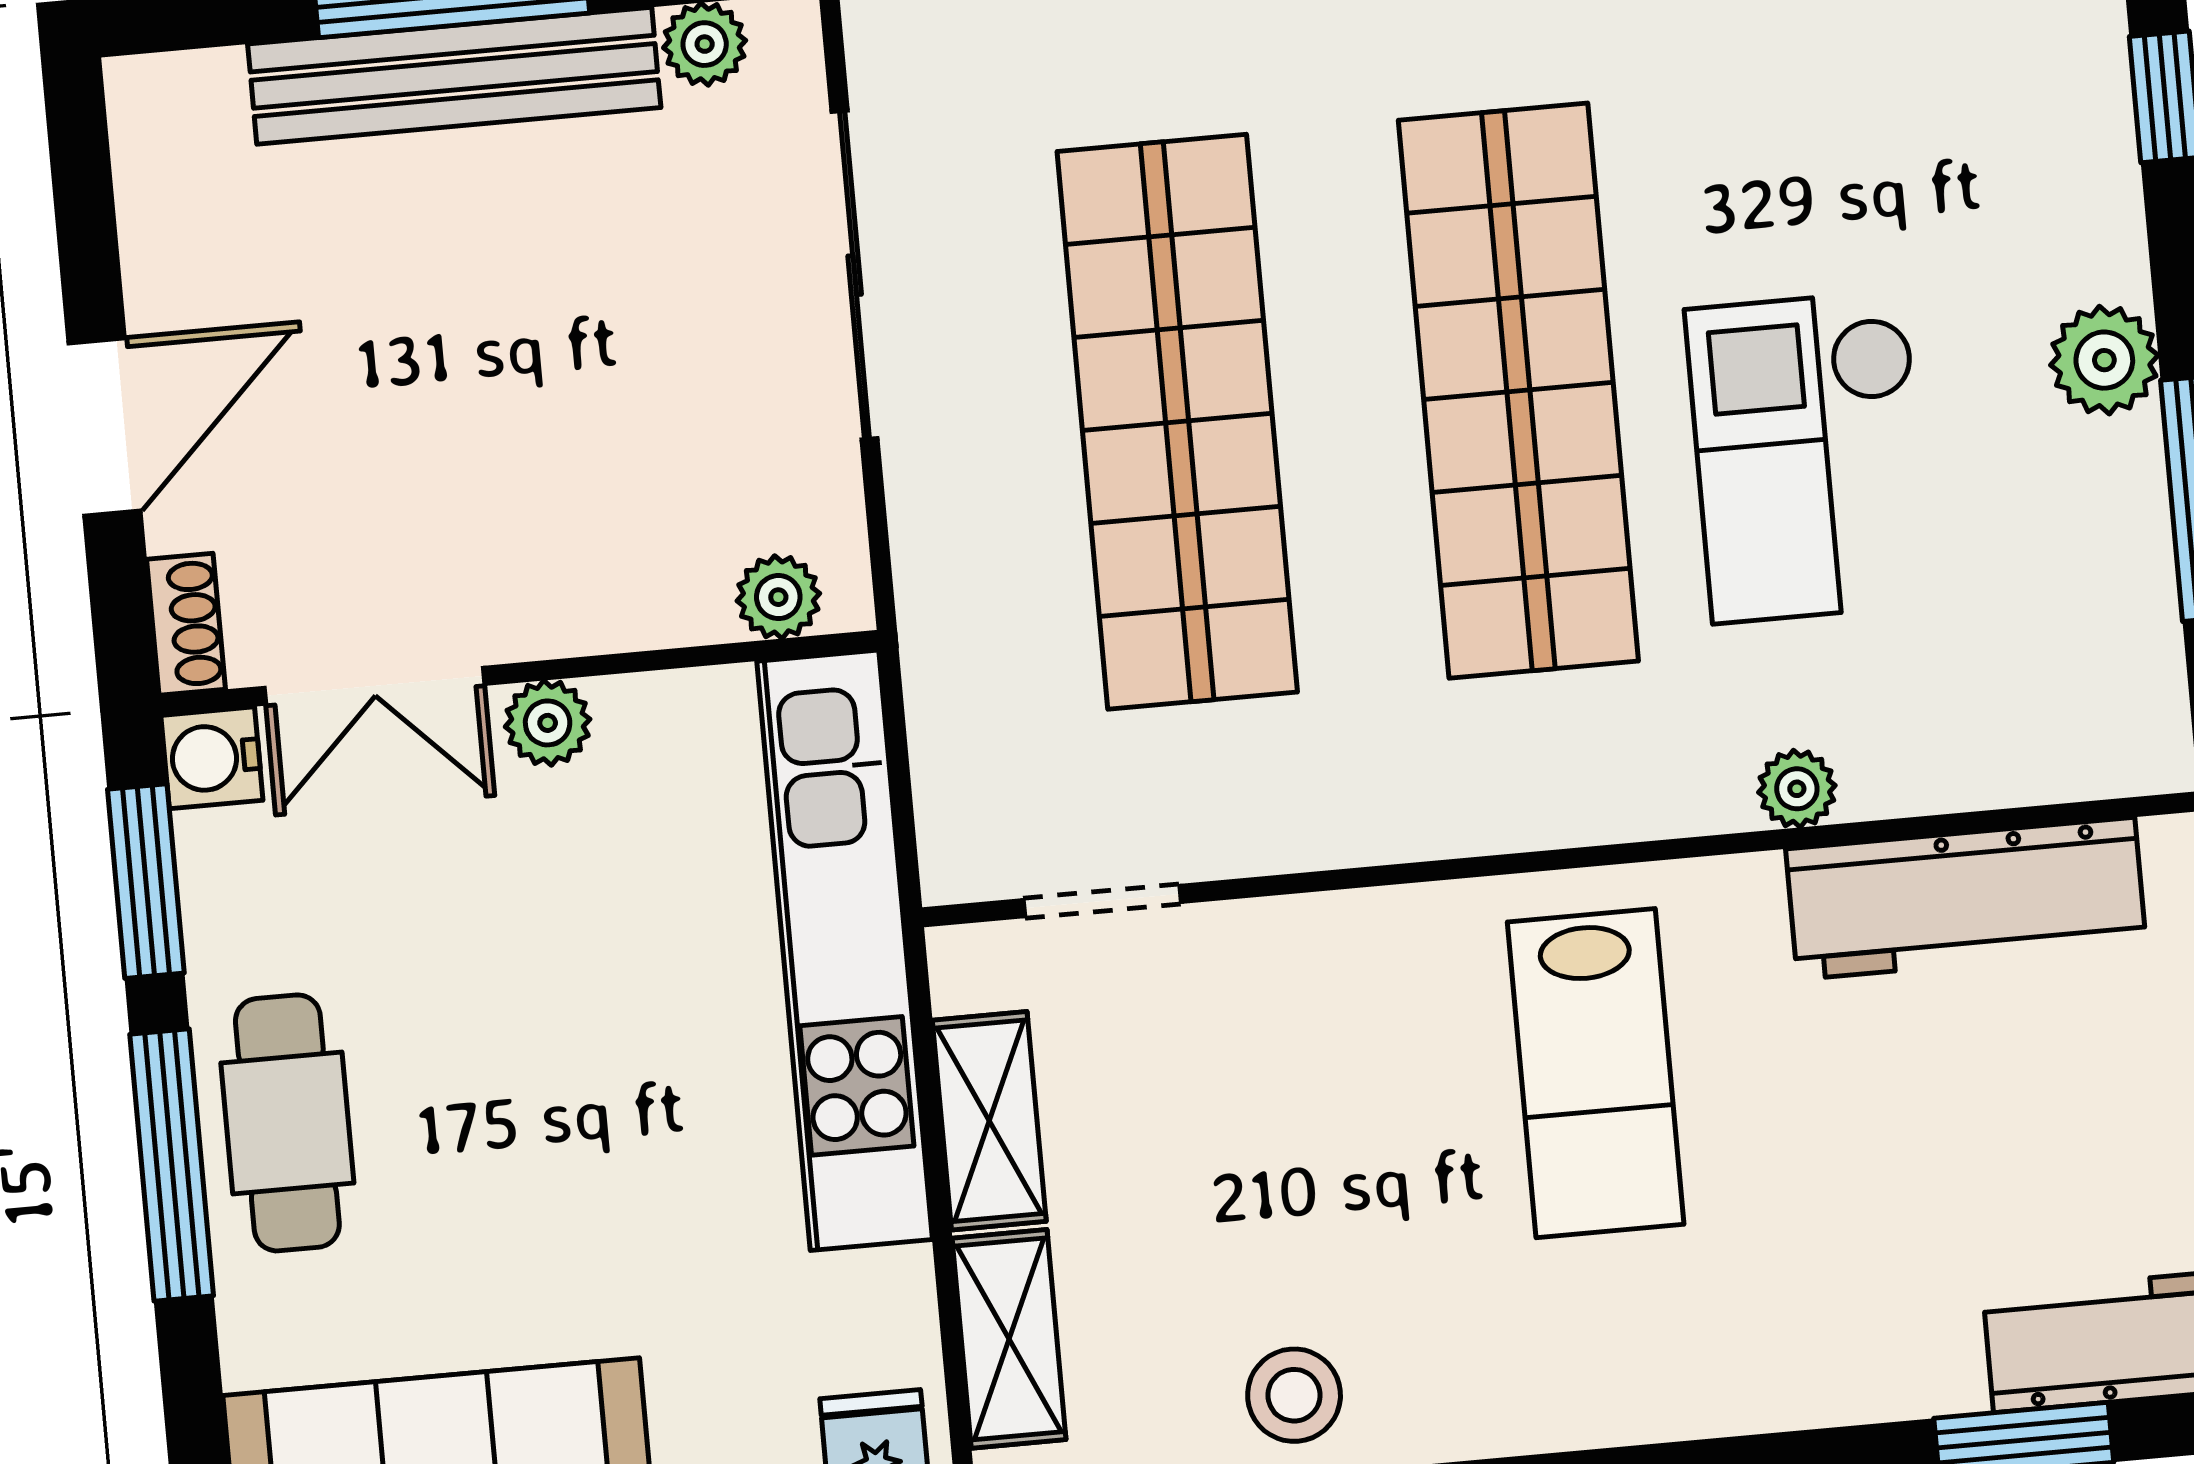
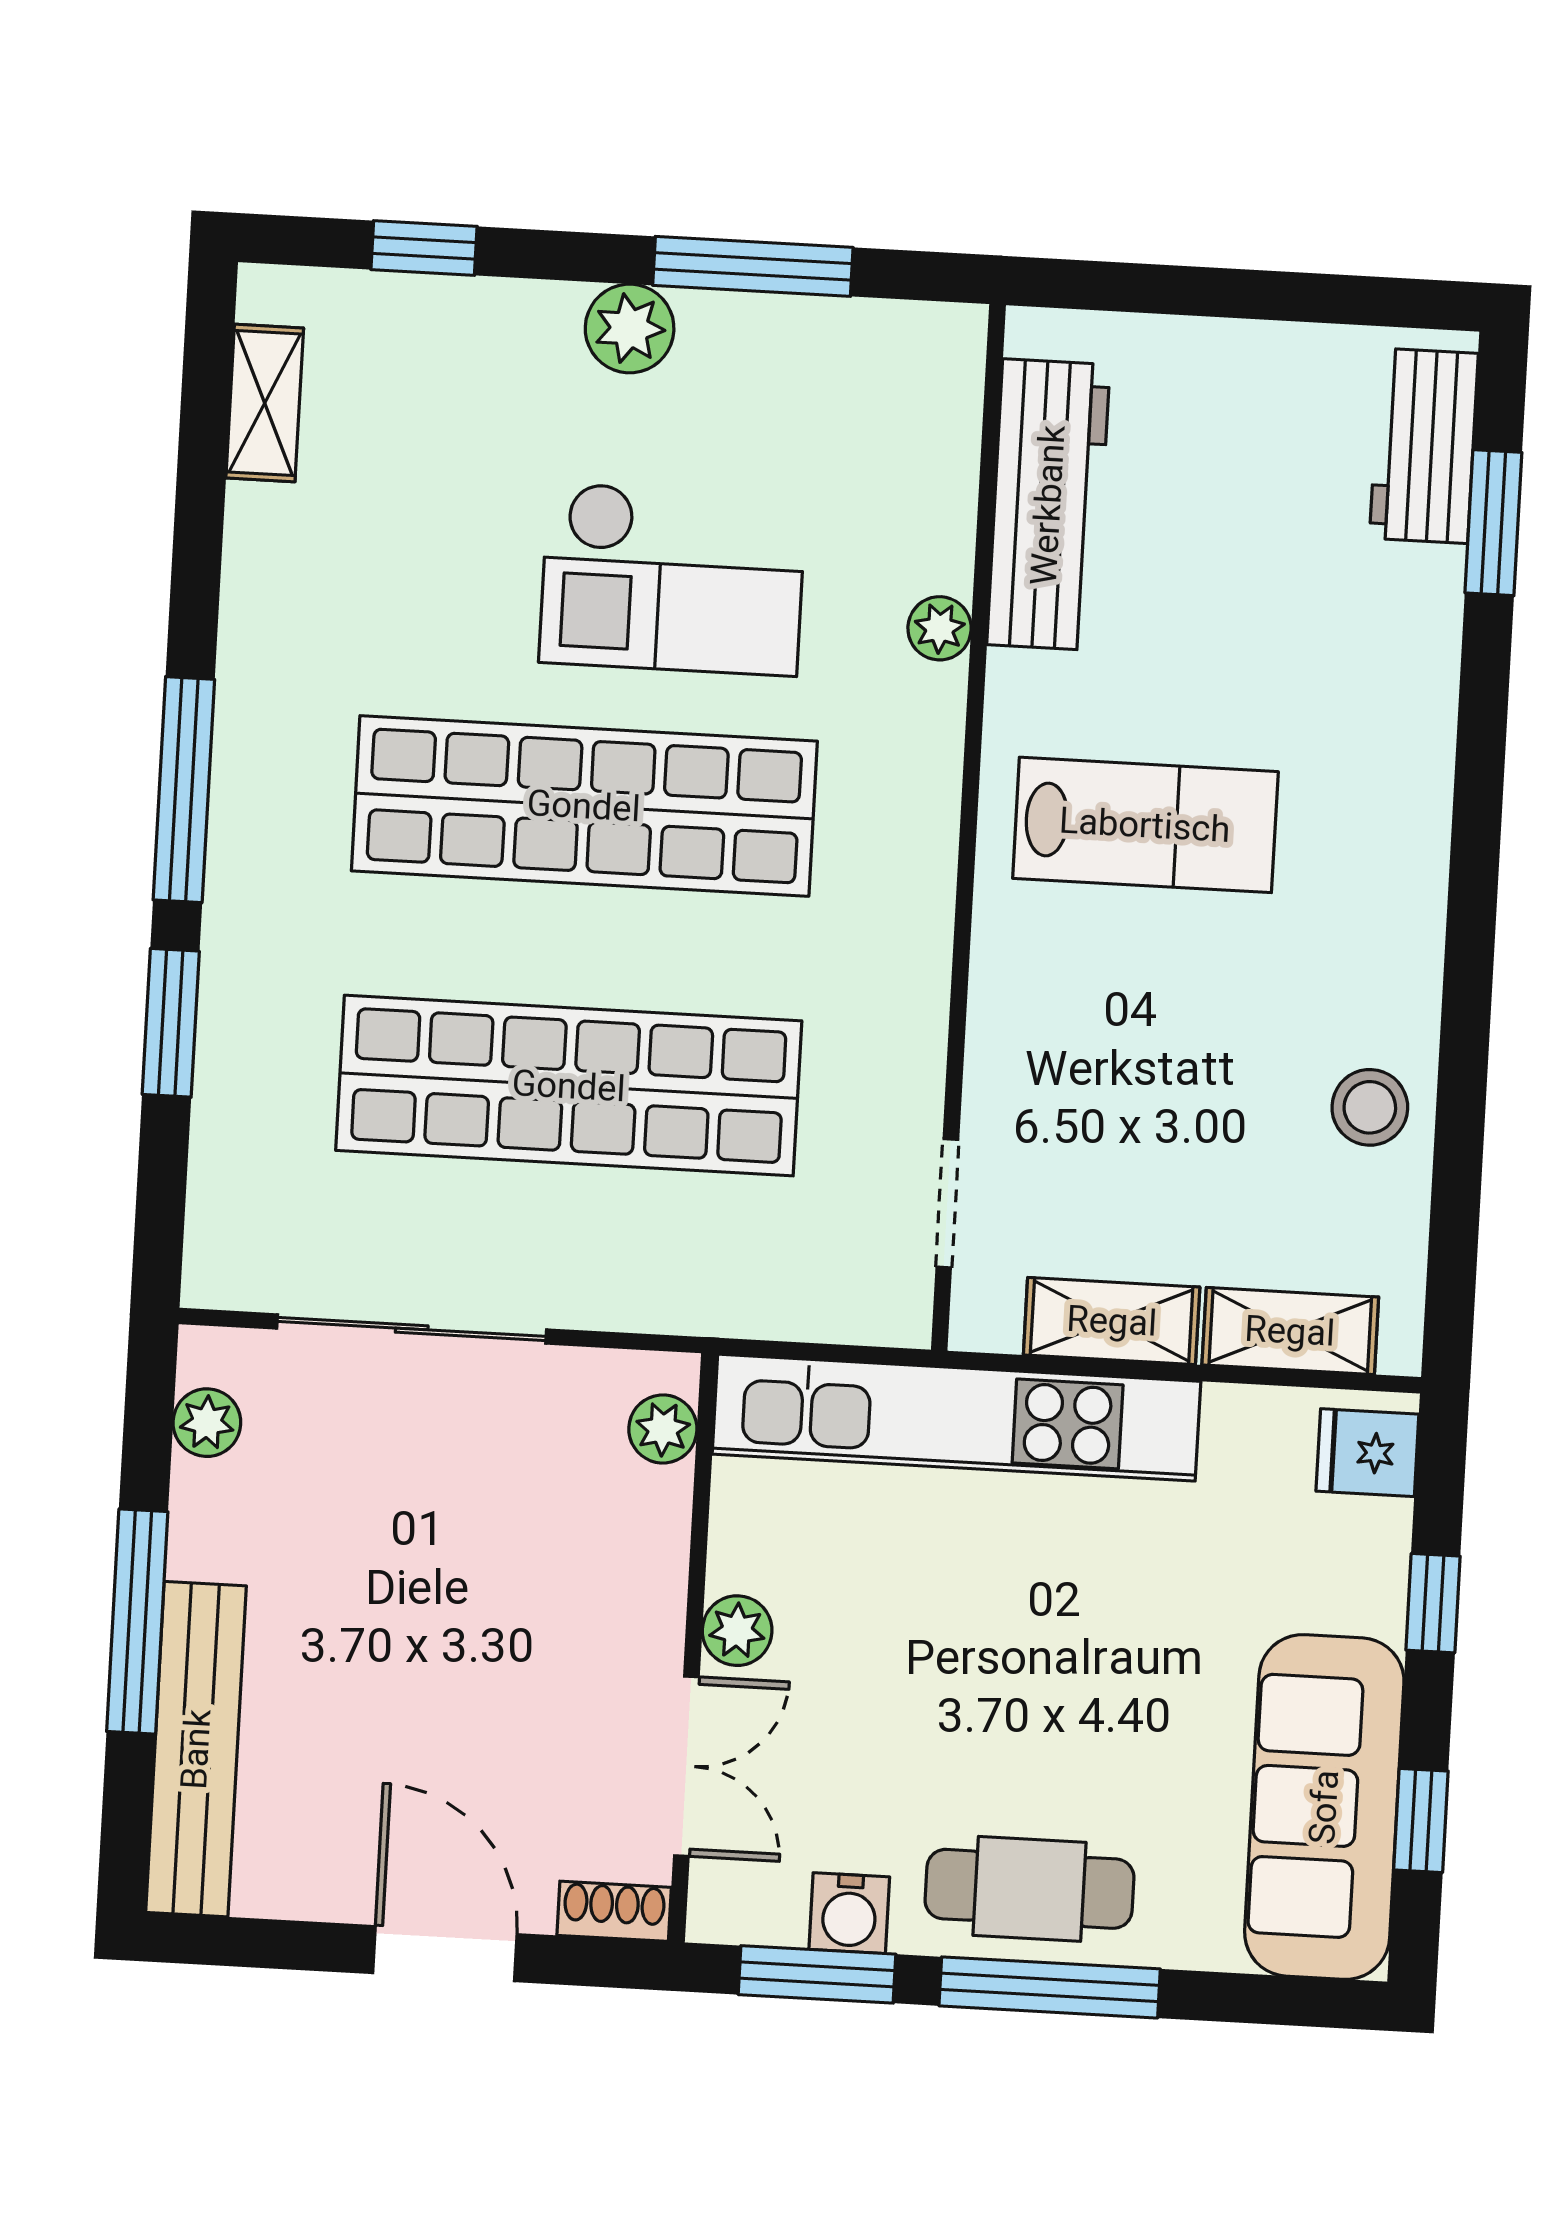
bench: (454, 76) -> (196, 1749), moved
water cooler: (212, 758) -> (849, 1913), moved

